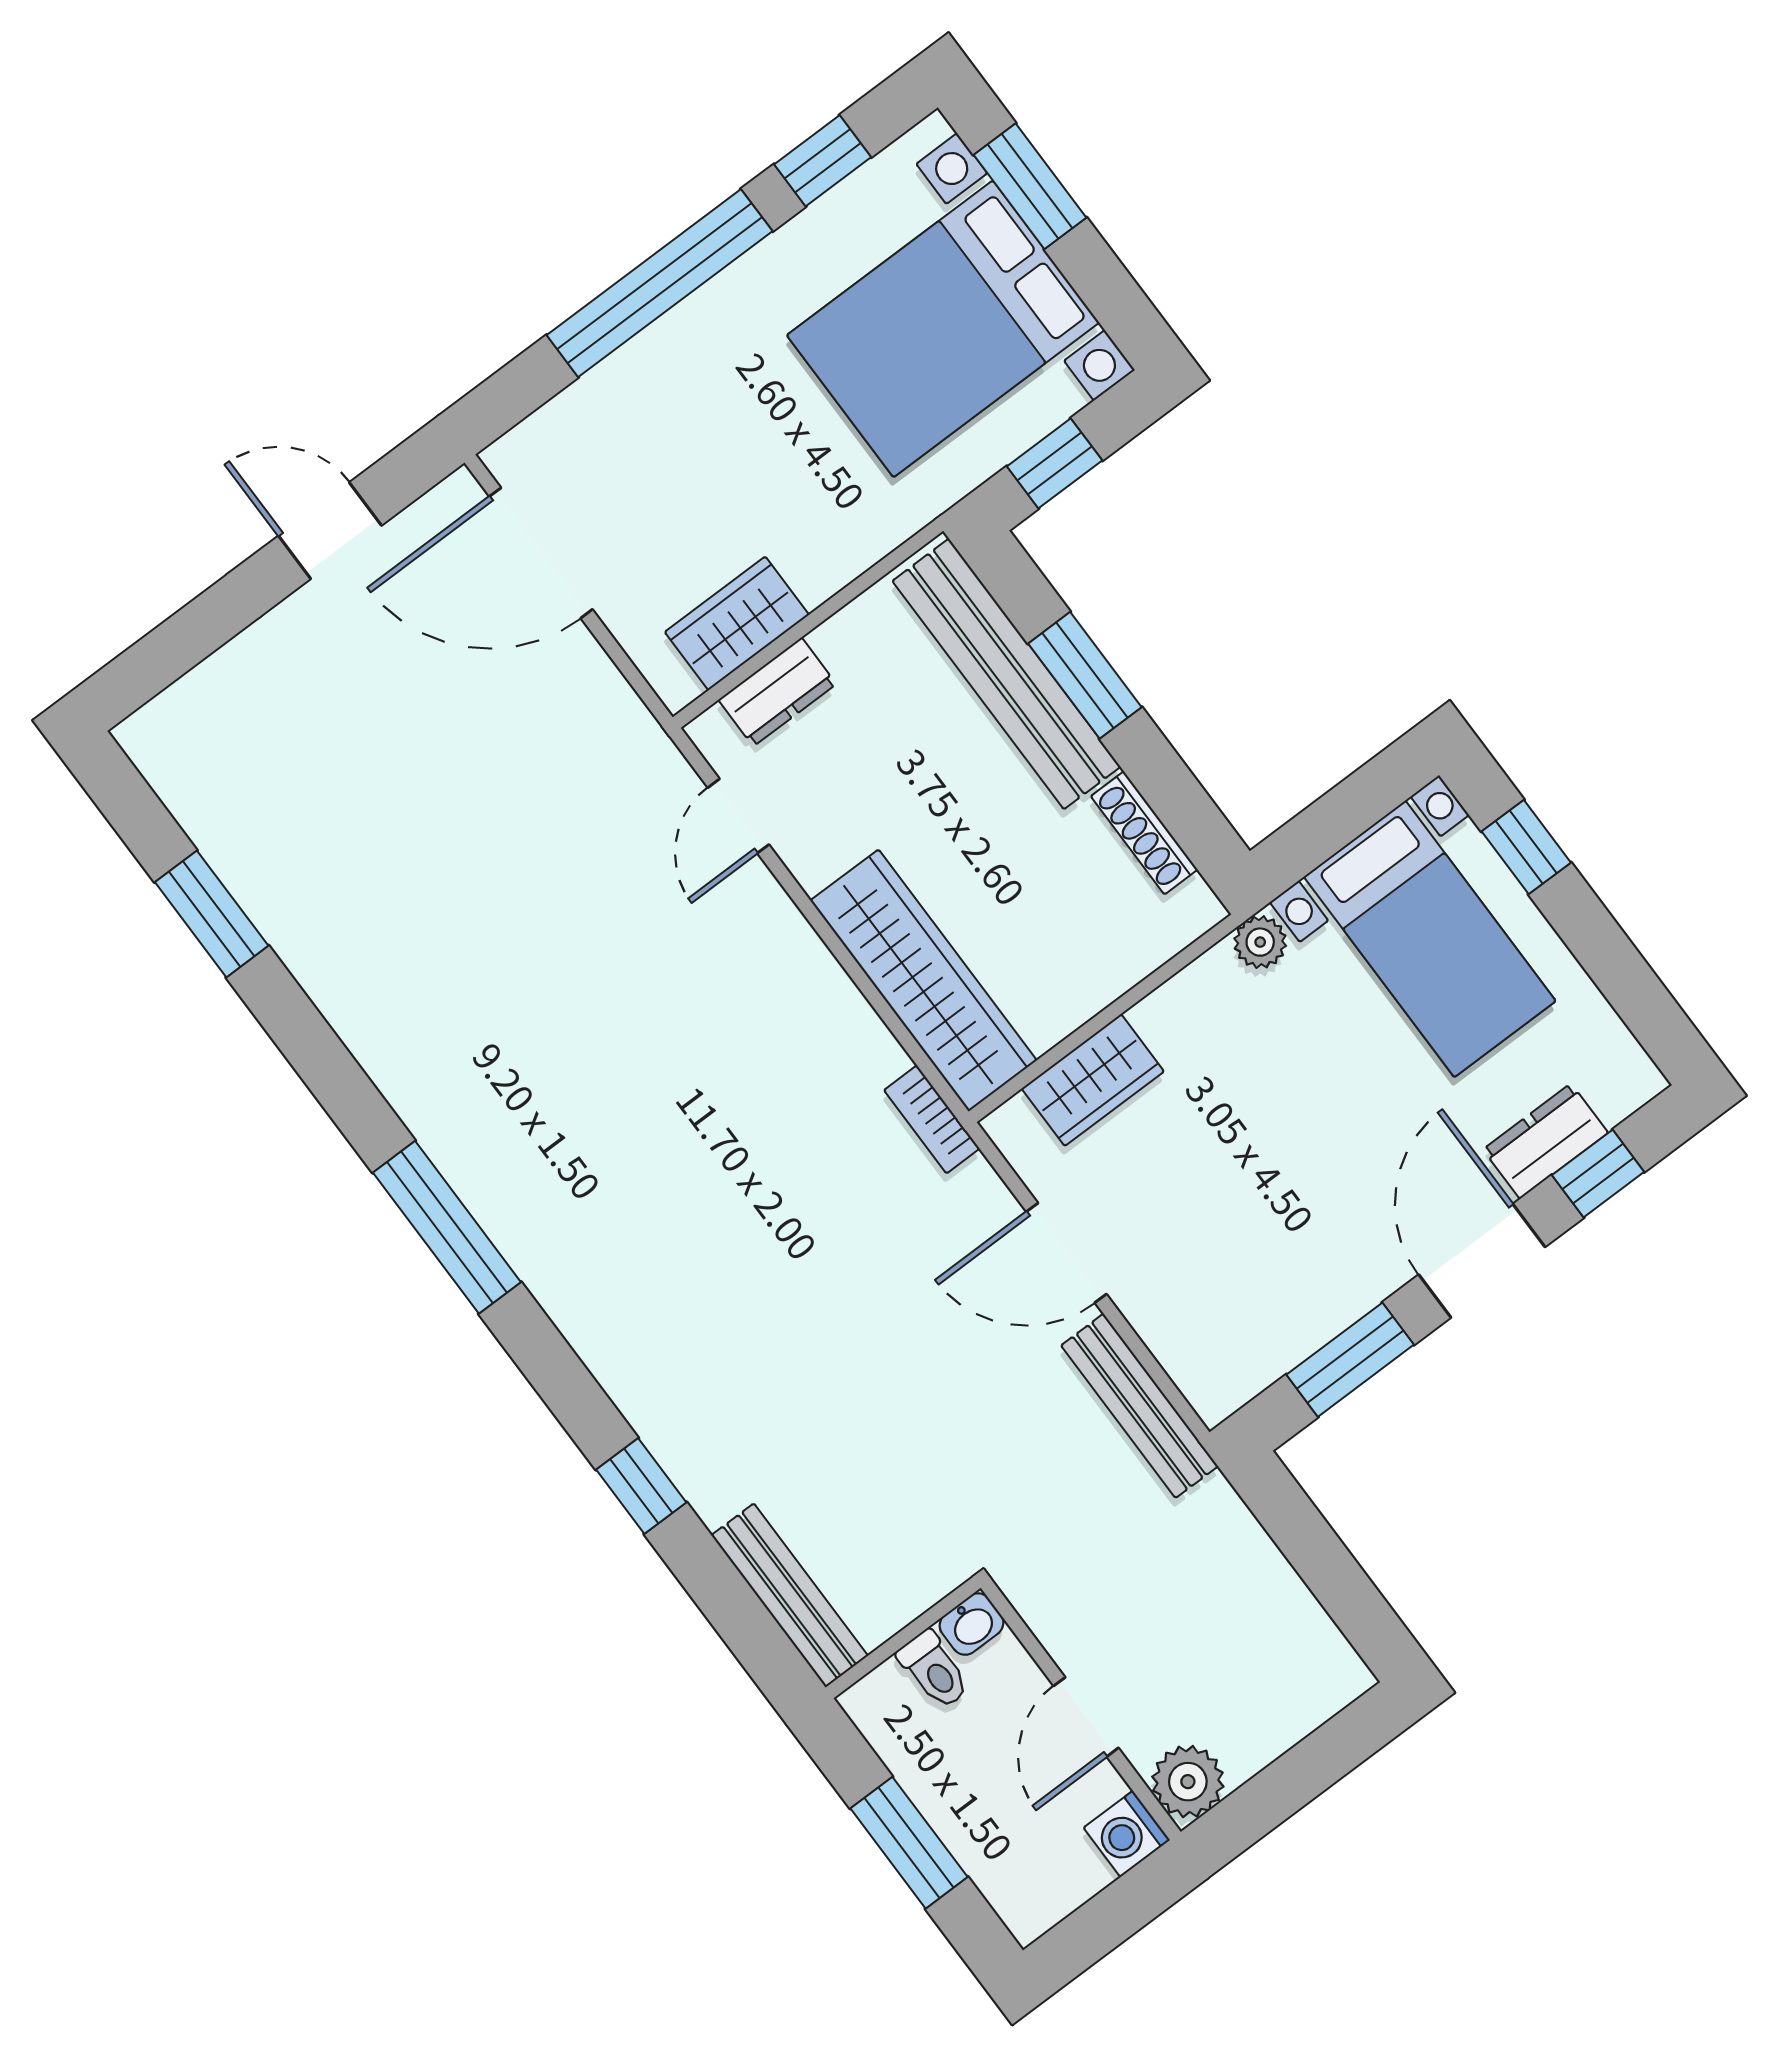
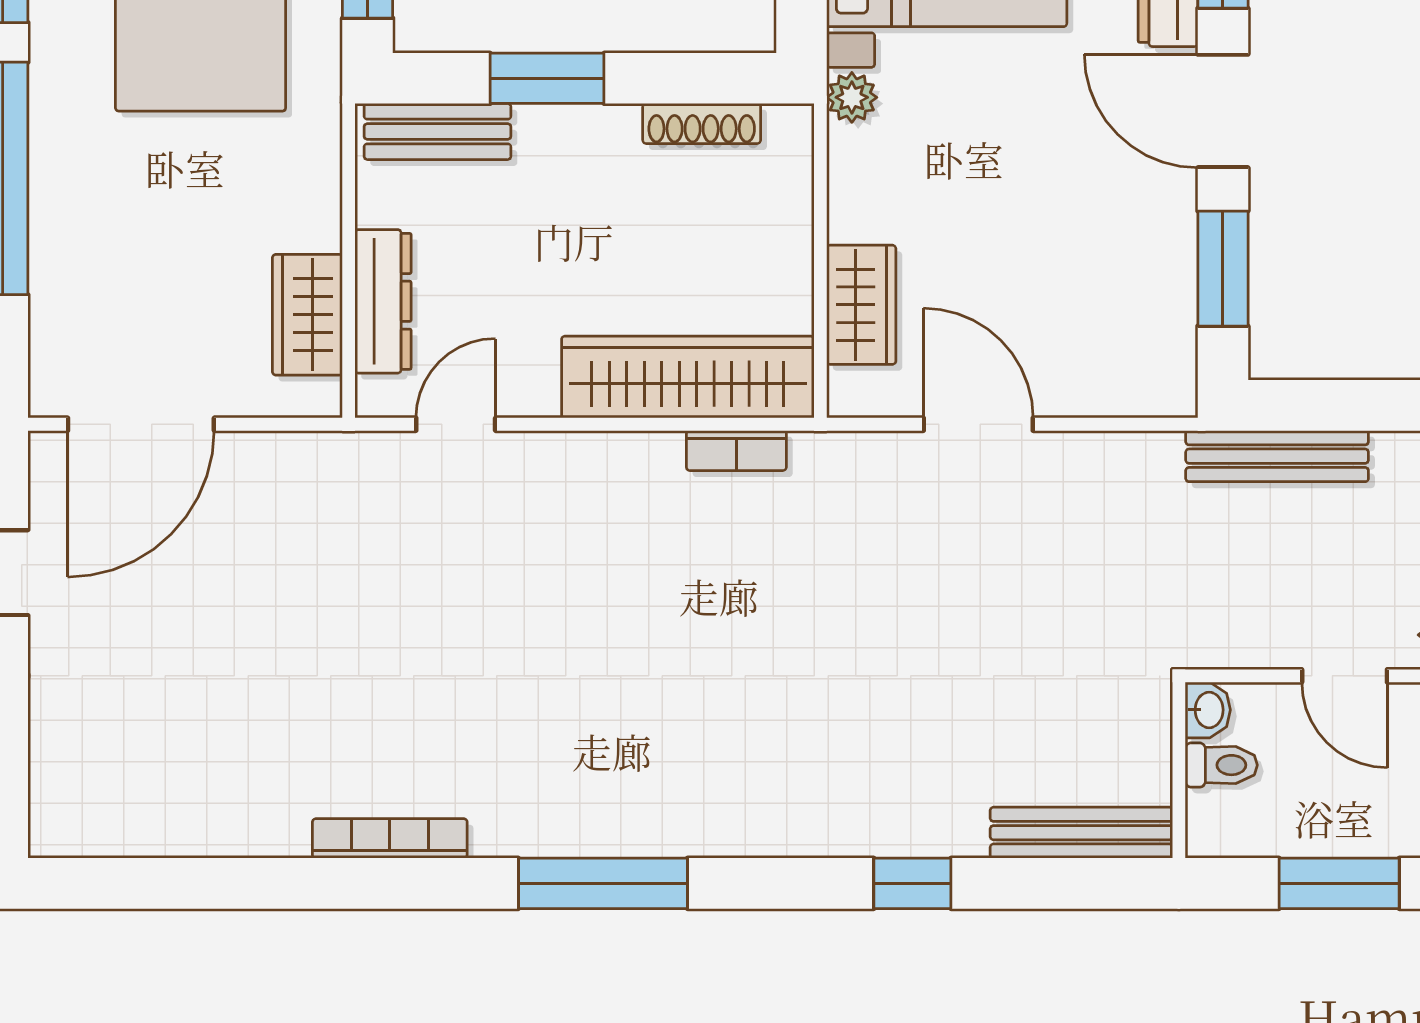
bench: (1006, 674) -> (437, 131), width x0.54, depth x0.82
dresser: (777, 692) -> (383, 301), width x1.44
door: (738, 816) -> (456, 424), swing flipped
window: (212, 914) -> (228, 883), removed
bookcase: (351, 1021) -> (390, 838), added
bookcase: (932, 1119) -> (736, 451), moved
door: (1066, 1253) -> (978, 424), swing flipped
bench: (1140, 1406) -> (1277, 456), moved

